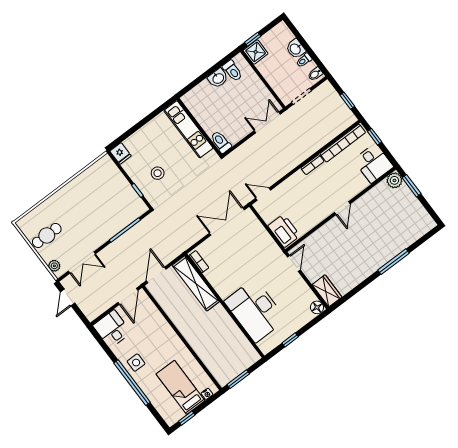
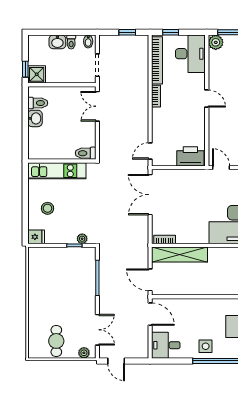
desk: (373, 163) -> (190, 54), width x1.37
stool: (158, 173) -> (48, 208), moved
plant: (148, 193) -> (82, 239), added

